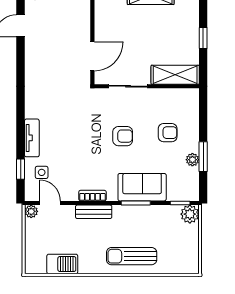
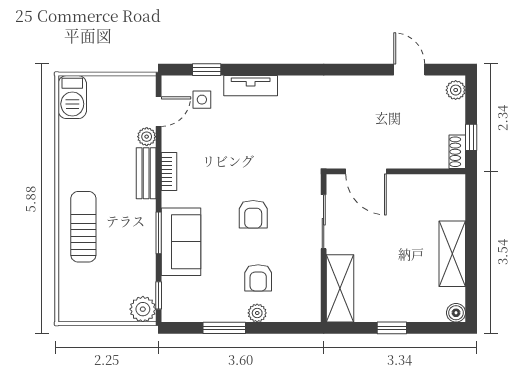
plant: (192, 160) -> (257, 313), moved
plant: (31, 211) -> (147, 137), moved
barbecue: (62, 264) -> (72, 97), moved

